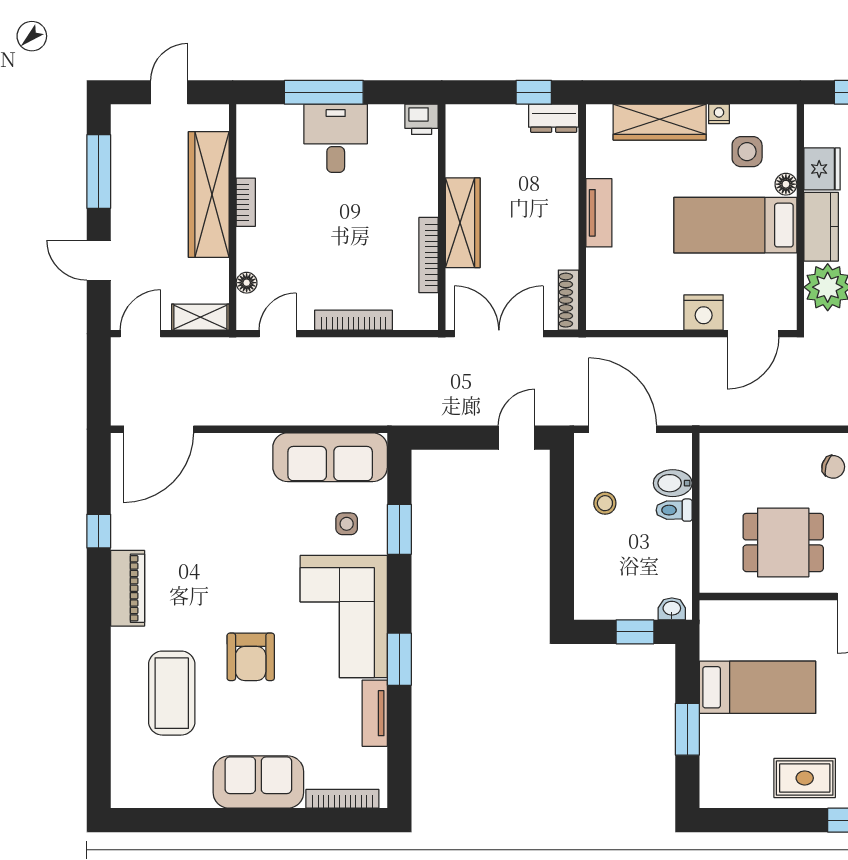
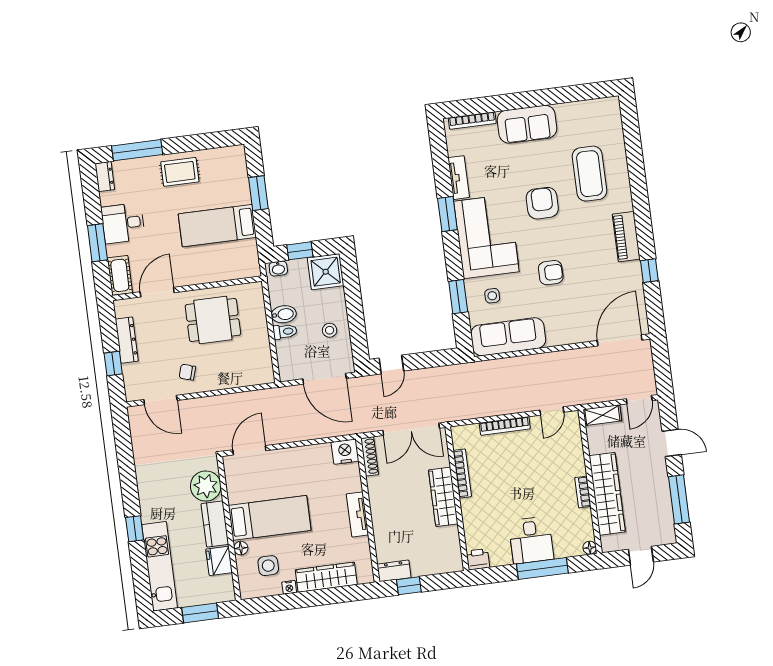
floor lamp: (247, 283) -> (590, 548), moved
nightstand: (704, 312) -> (345, 452), moved
bidet: (673, 483) -> (284, 314), moved
armchair: (252, 548) -> (551, 273), added
shower: (599, 594) -> (326, 272), added

